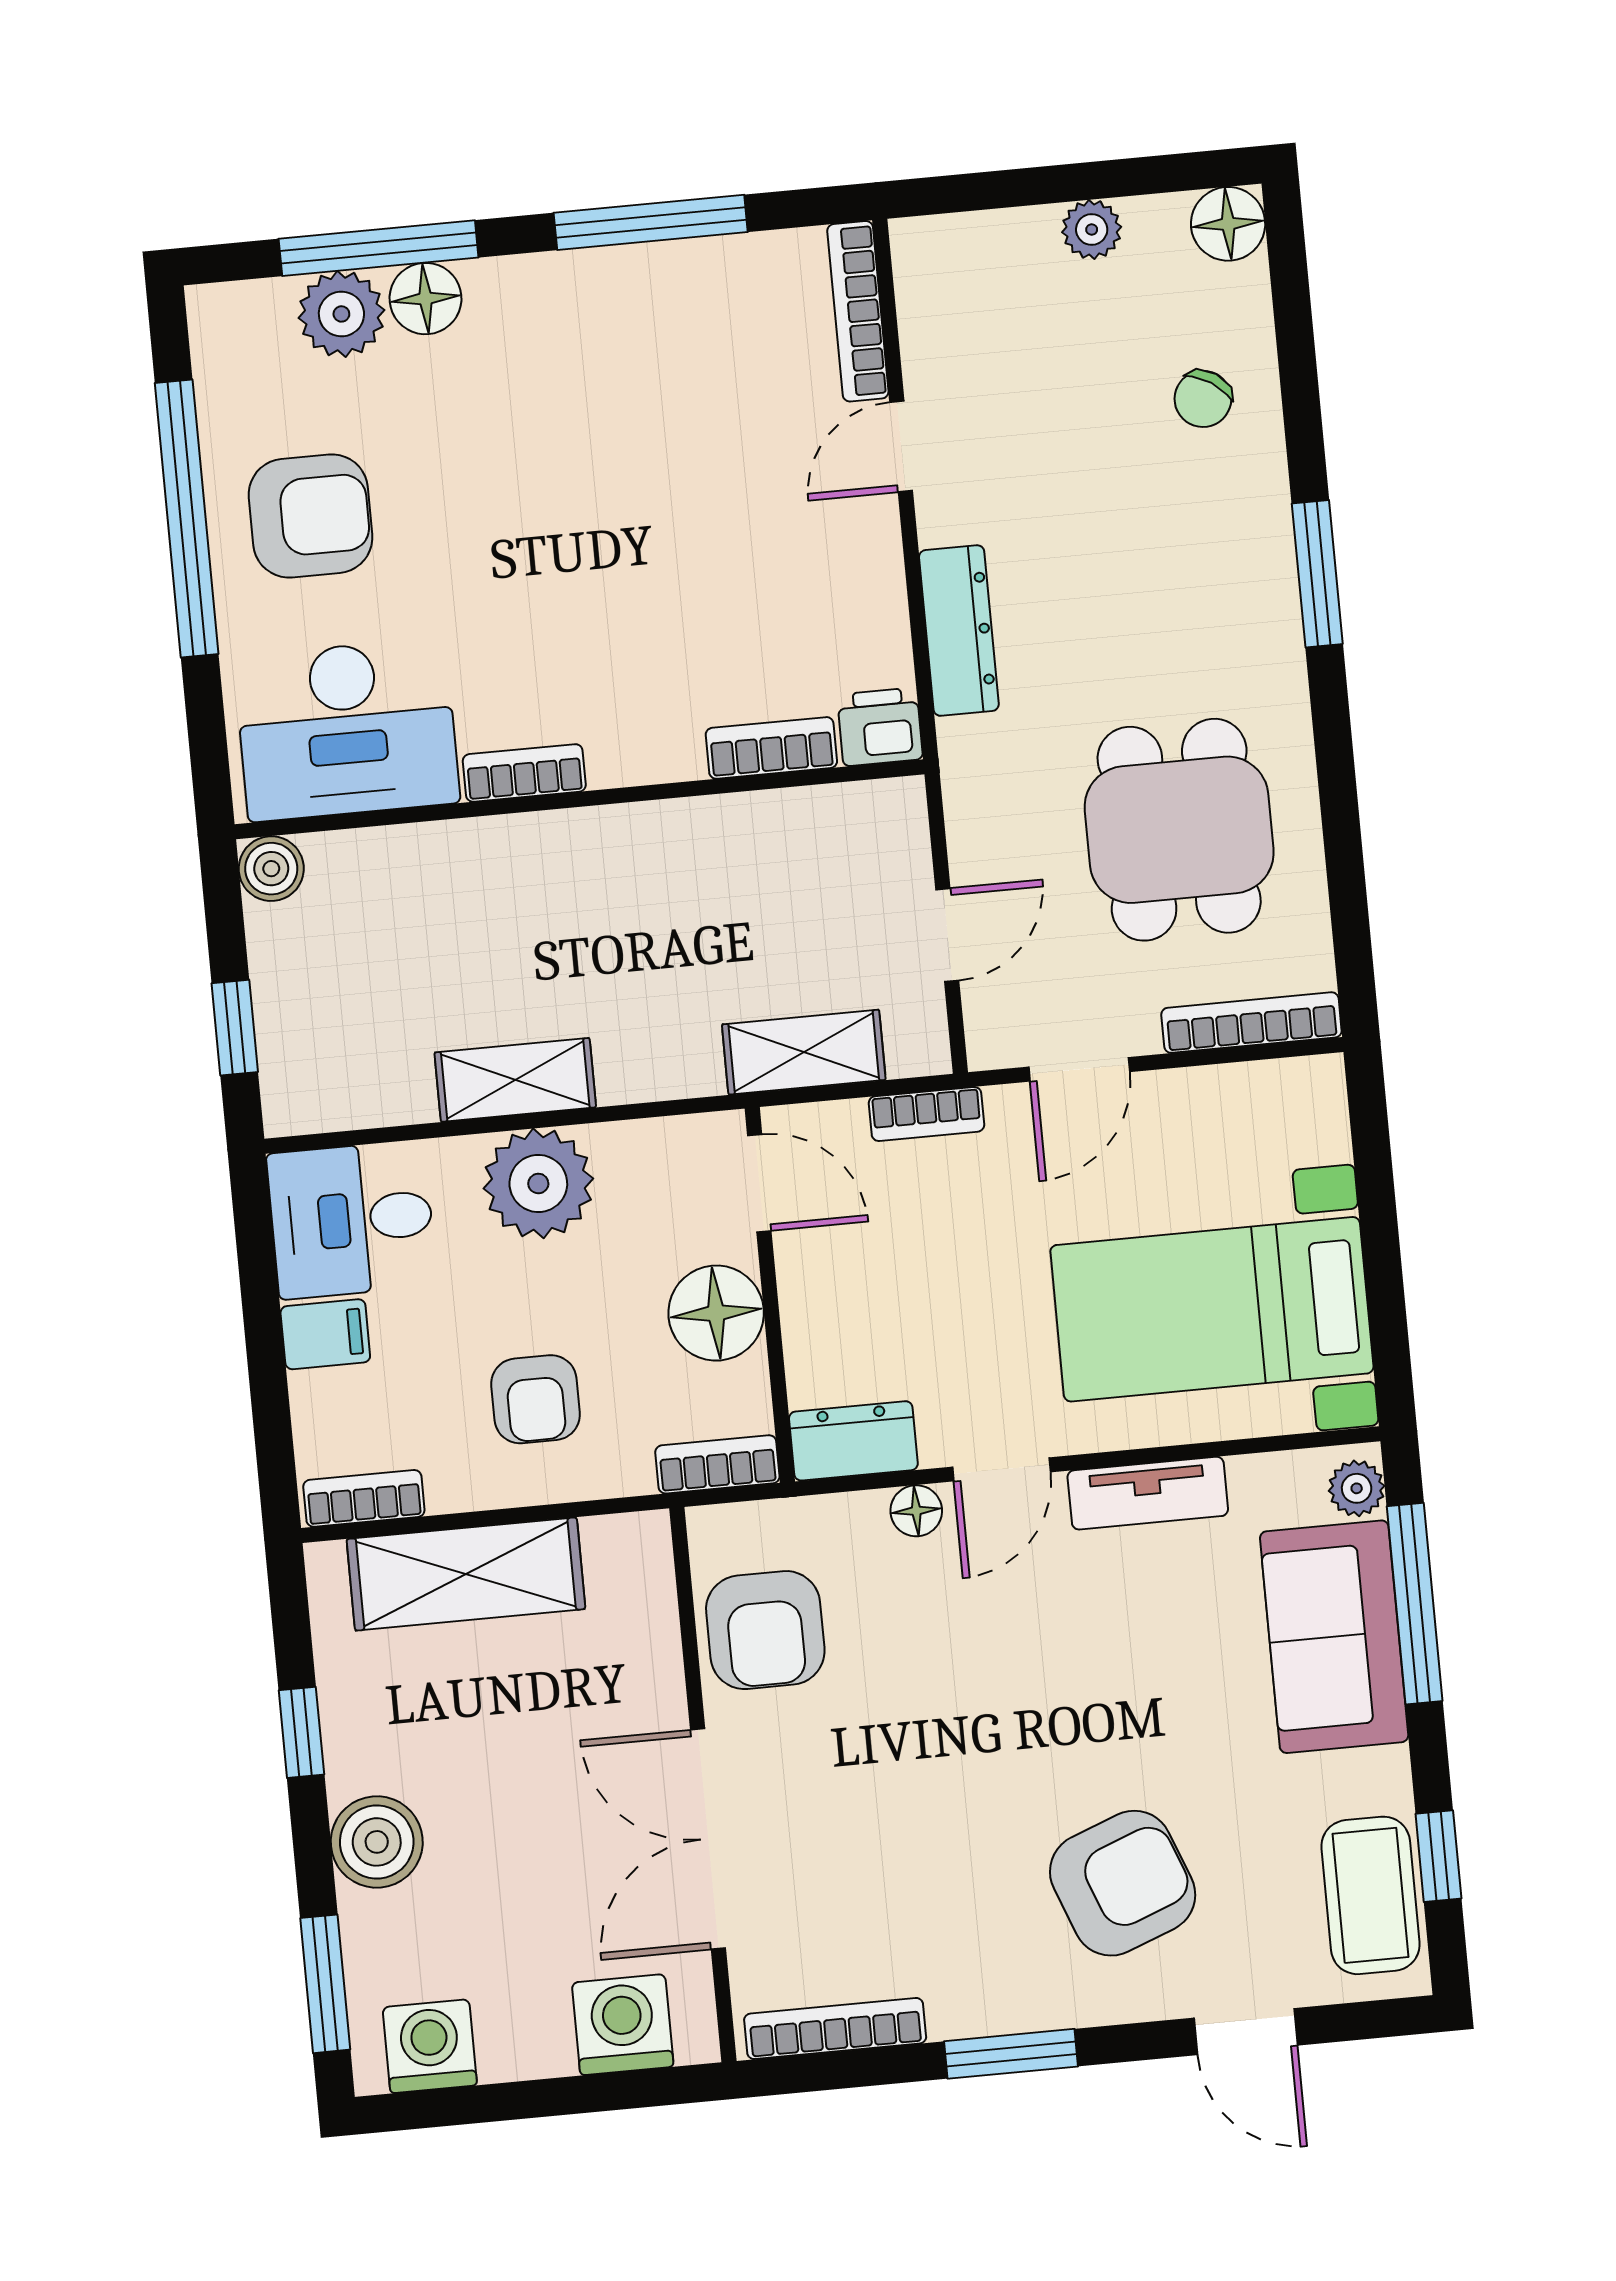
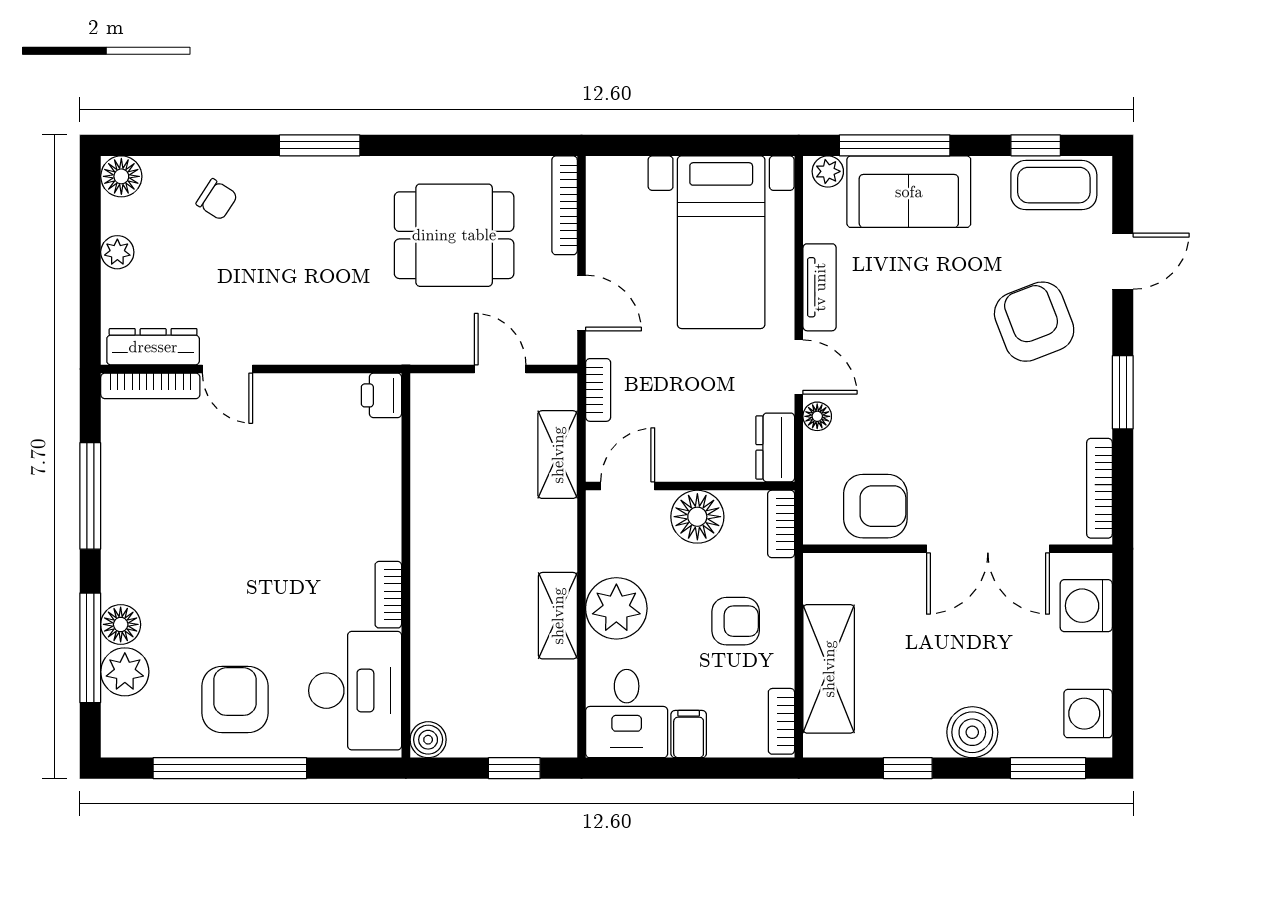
dresser: (959, 631) -> (153, 347), moved
bookcase: (771, 748) -> (387, 457), removed

